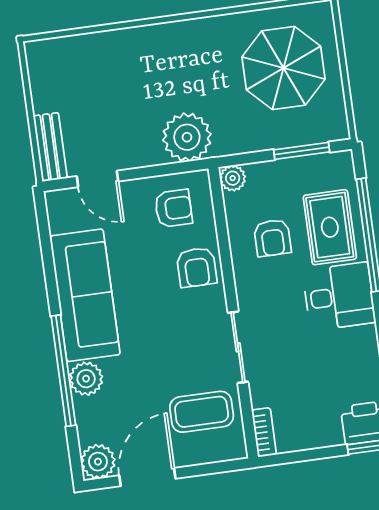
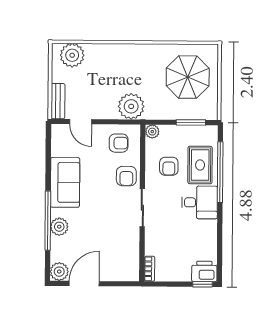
plant: (64, 58) -> (72, 55), added
sofa: (85, 295) -> (65, 182), width x0.73
sliding door: (238, 347) -> (142, 208), moved
coffee table: (202, 412) -> (118, 253), removed

